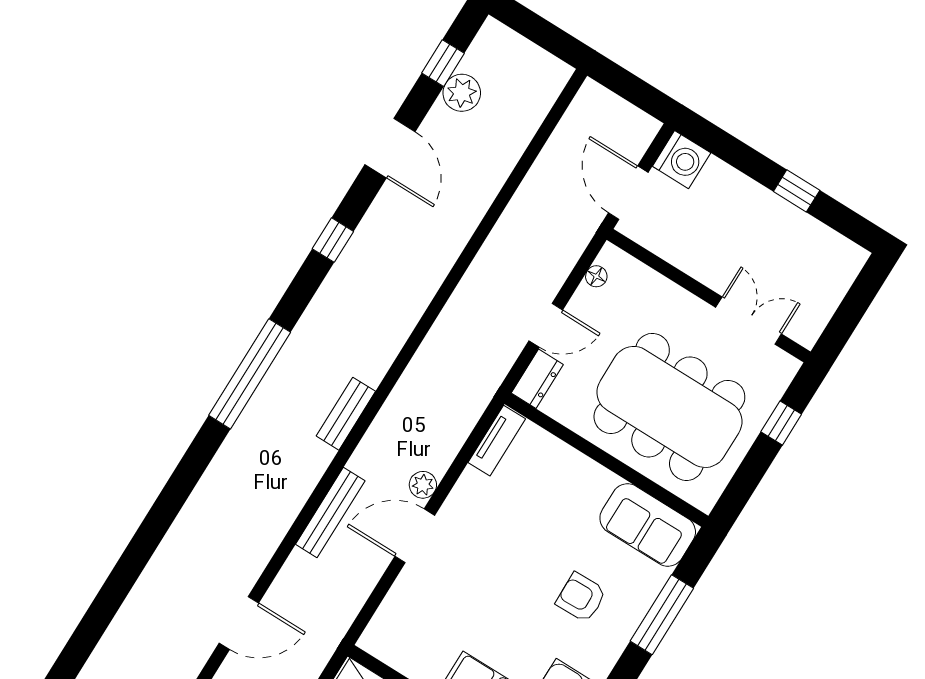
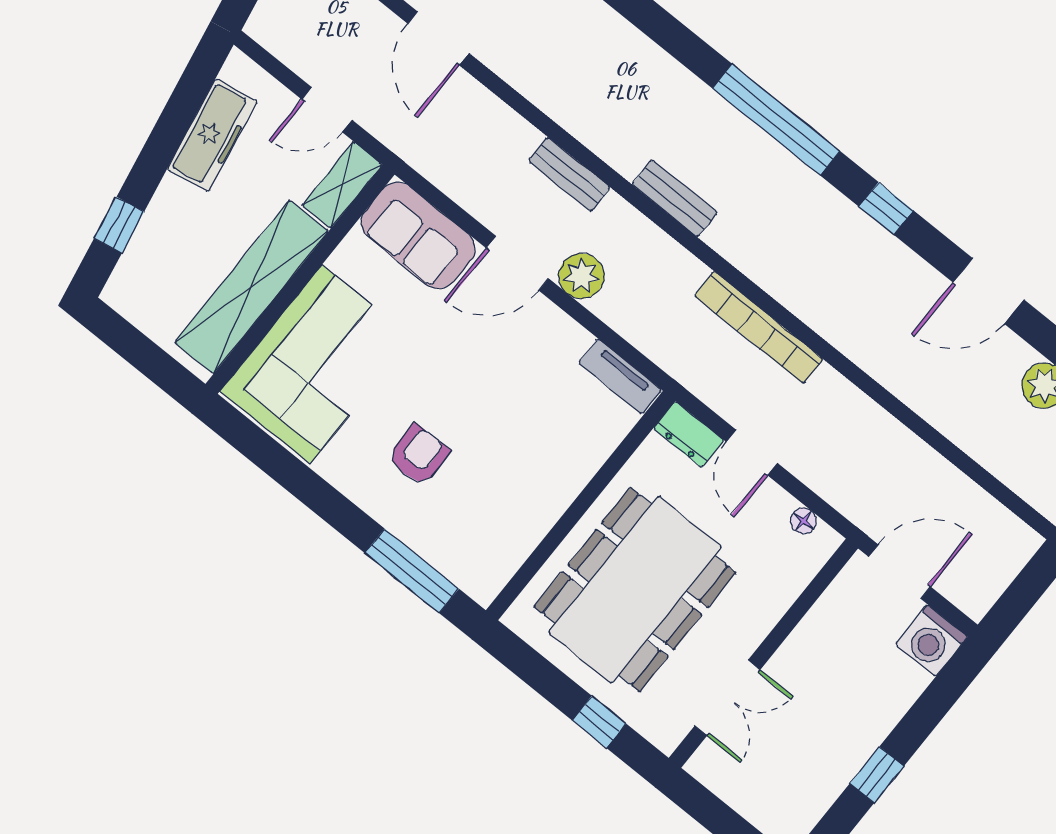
bookcase: (443, 332) -> (759, 327), added
window: (250, 374) -> (776, 120), moved
plant: (423, 485) -> (581, 276), width x1.38, depth x1.38
bench: (330, 513) -> (569, 174), width x0.73
sofa: (648, 525) -> (418, 235), moved, turned -90
door: (415, 536) -> (517, 263), swing flipped
window: (662, 615) -> (412, 571), moved

